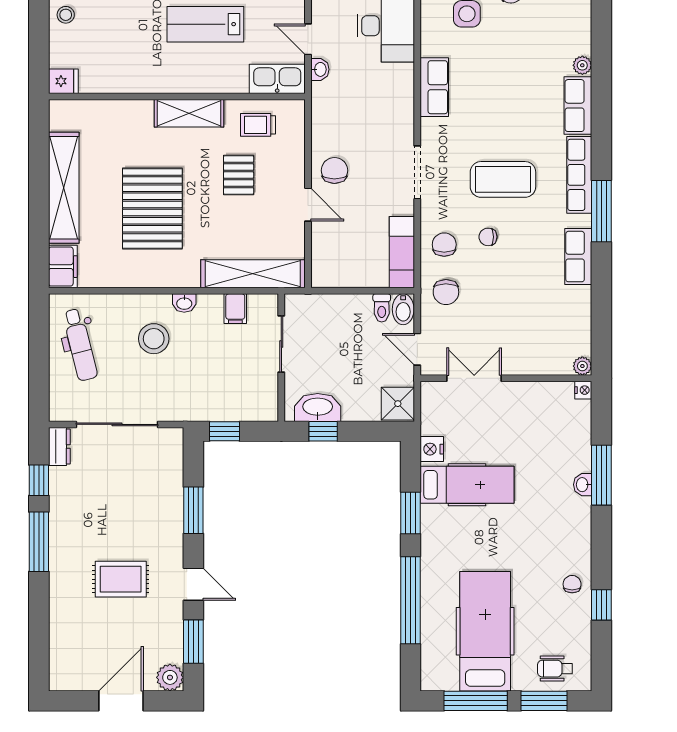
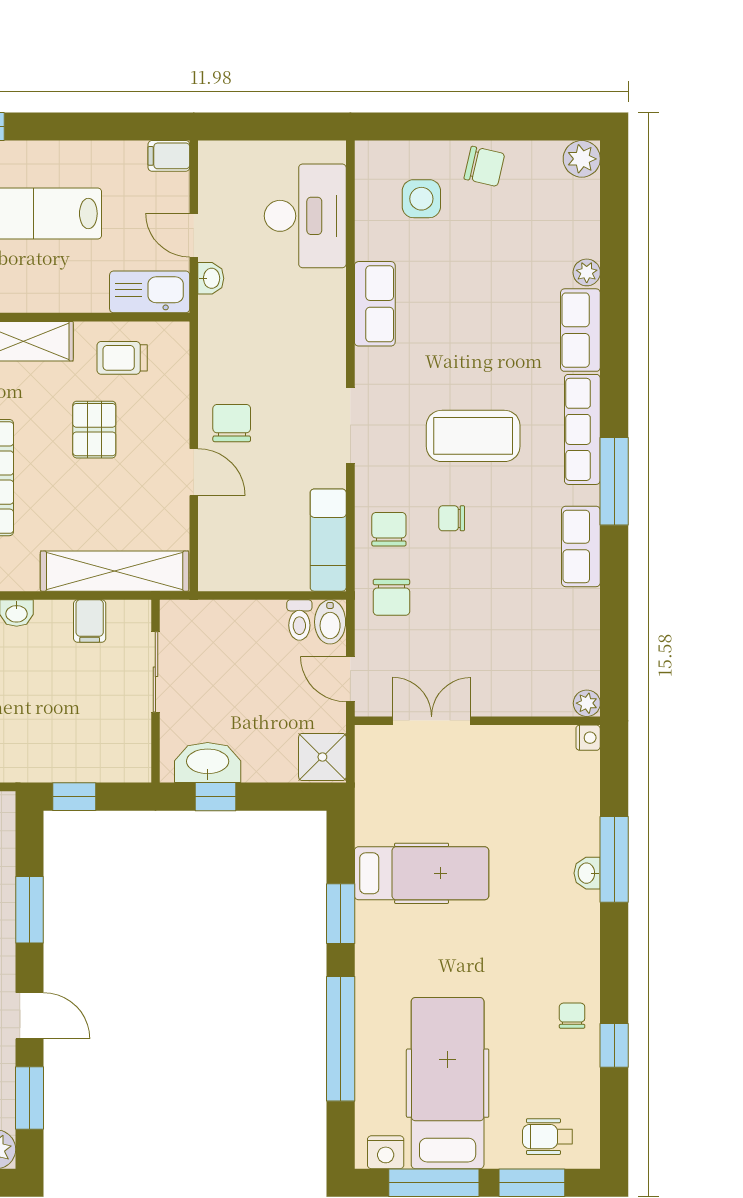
nightstand: (432, 449) -> (386, 1152), moved, turned -90

